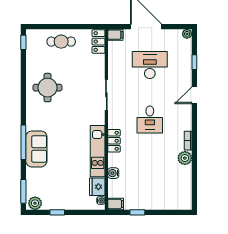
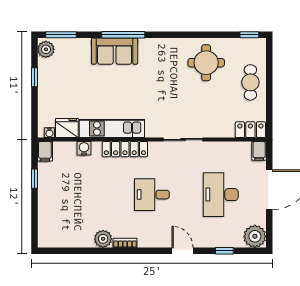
plant: (187, 34) -> (255, 236), width x1.88, depth x1.88
desk: (150, 65) -> (221, 195), turned 180
round table: (48, 88) -> (206, 63), moved
locker: (114, 141) -> (125, 149), width x1.53

